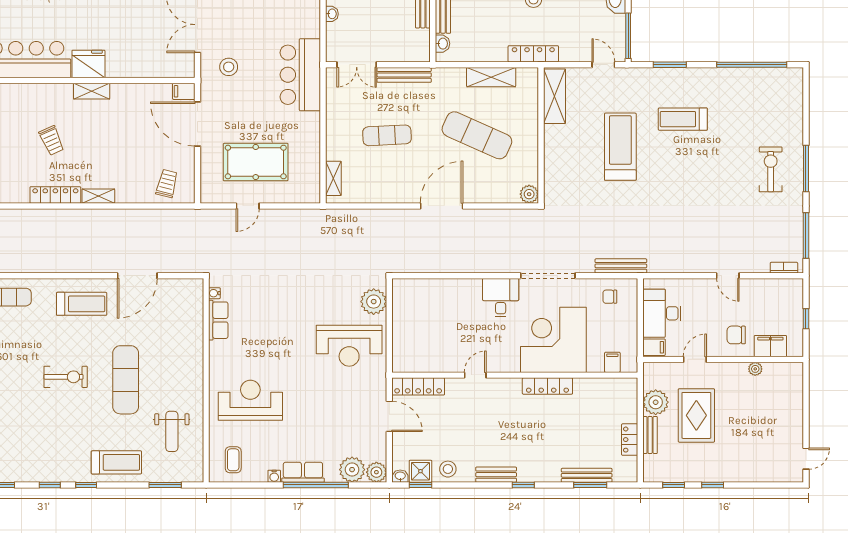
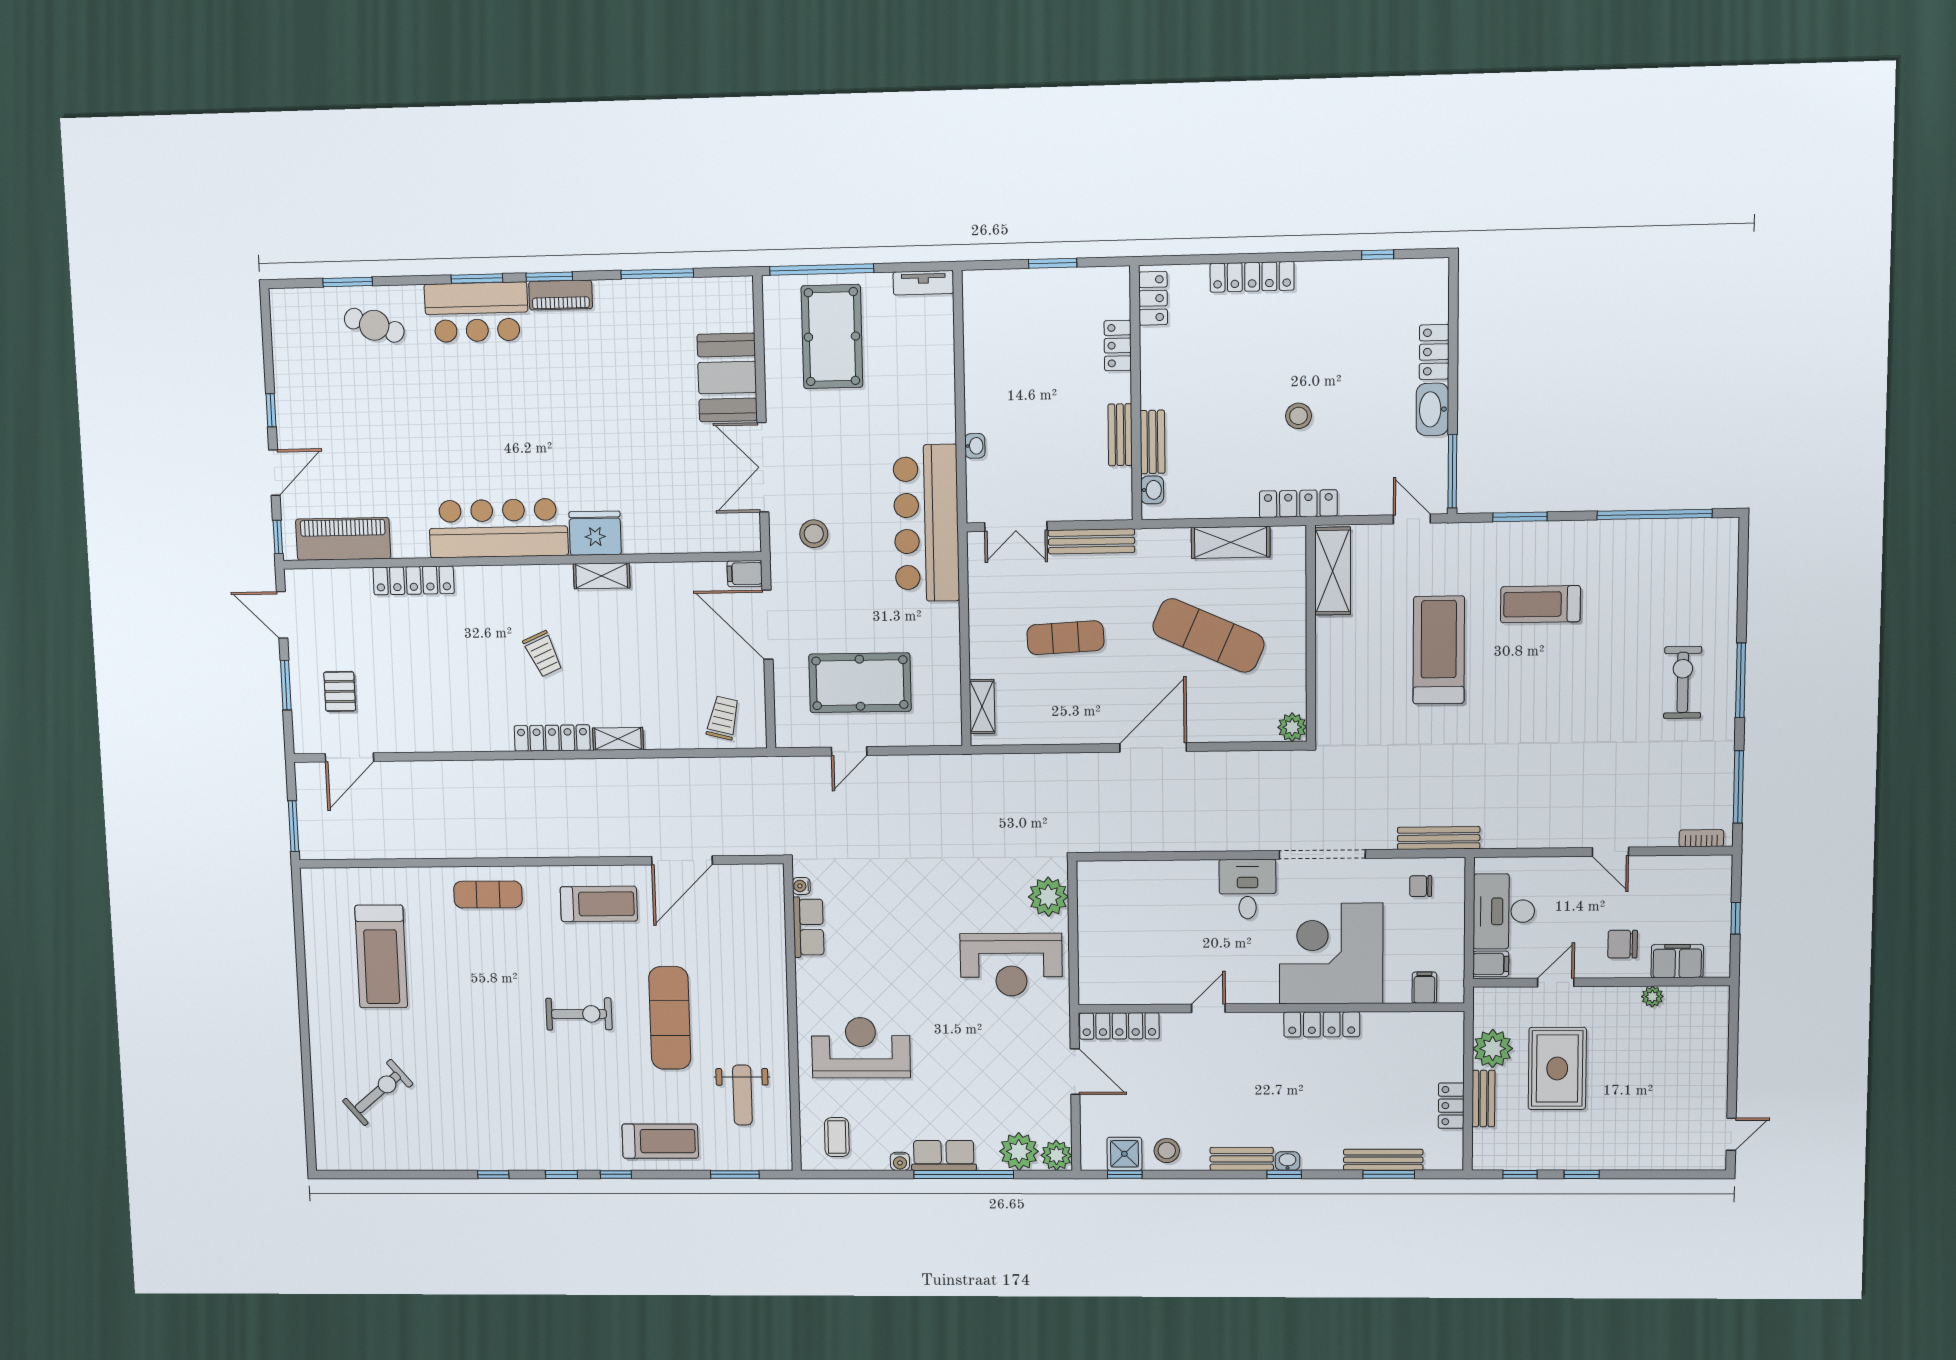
bar counter: (300, 75) -> (926, 523), width x1.36
washbasin: (400, 476) -> (1288, 1161), moved

